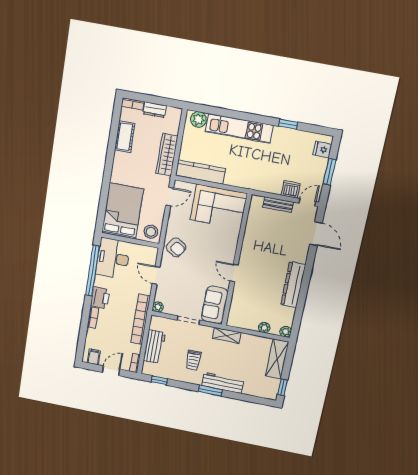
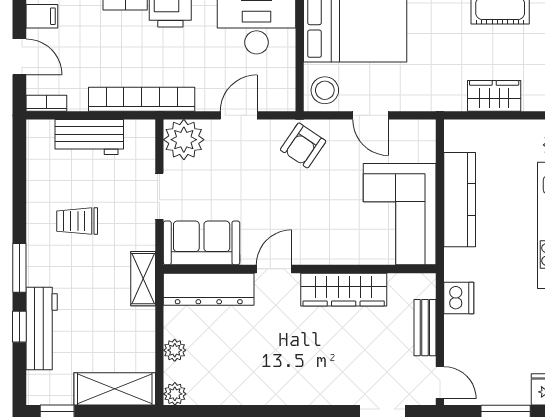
wardrobe: (167, 155) -> (494, 96), width x0.67
kitchen counter: (200, 172) -> (460, 200), moved
dishwasher: (291, 189) -> (459, 298), moved
door: (170, 197) -> (371, 115), moved
wardrobe: (251, 241) -> (344, 290), added
dresser: (293, 285) -> (209, 289), moved, turned 180
plant: (158, 307) -> (184, 140), width x1.88, depth x1.88
window: (159, 380) -> (19, 327), moved
workbench: (223, 383) -> (42, 329), moved

